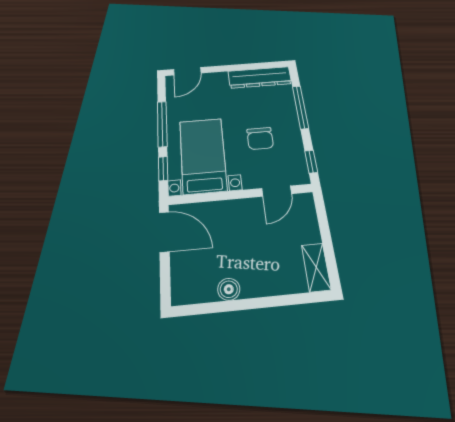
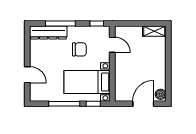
door: (187, 71) -> (27, 75), moved
dresser: (260, 77) -> (48, 33), moved, turned 90
door: (164, 232) -> (143, 104), moved
boiler: (229, 289) -> (161, 94), moved

